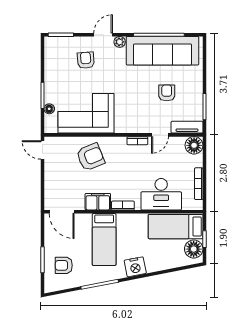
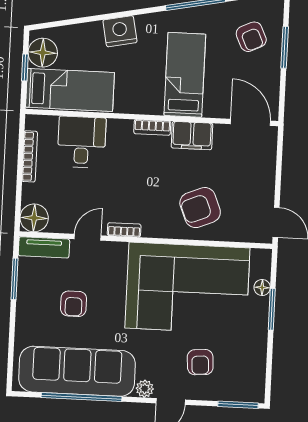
corner sofa: (86, 113) -> (187, 288), width x1.36, depth x1.36
desk: (161, 194) -> (82, 142), width x0.73
armchair: (64, 265) -> (251, 37), turned 65
nightstand: (135, 267) -> (120, 31), moved

